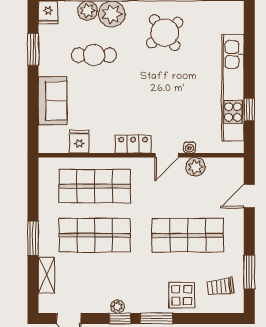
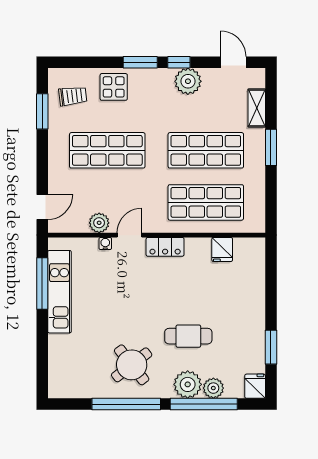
cafe table: (94, 55) -> (188, 336), moved
kitchen unit: (233, 88) -> (59, 292), width x0.73
sofa: (53, 101) -> (250, 293), removed
window: (249, 109) -> (42, 284), width x2.17
door: (249, 196) -> (42, 207), moved
plant: (117, 306) -> (188, 81), width x1.88, depth x1.88

